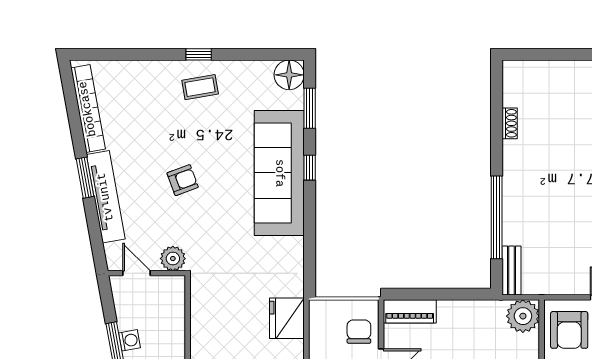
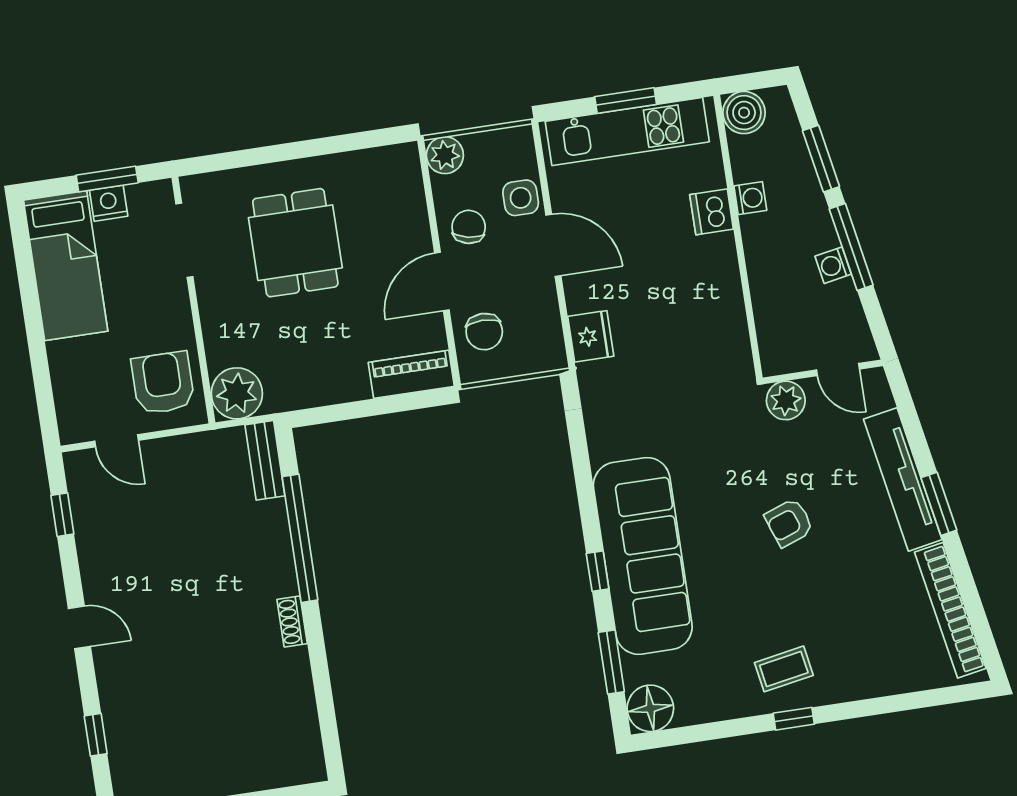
shoe rack: (510, 123) -> (292, 621), moved
fridge: (287, 318) -> (591, 336), width x0.73, depth x0.75

